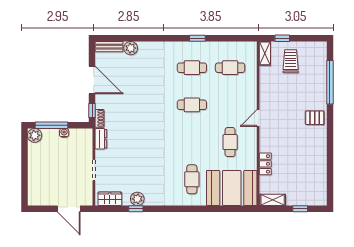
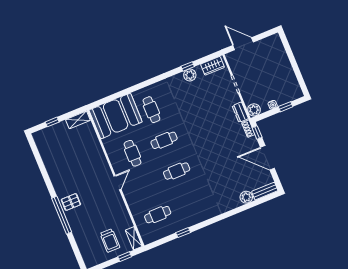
window: (197, 38) -> (183, 233), moved
cafe table: (192, 68) -> (164, 140), moved
window: (330, 82) -> (62, 215), moved
window: (52, 125) -> (286, 107), width x0.46
plant: (35, 135) -> (254, 110), moved
locker: (265, 164) -> (96, 147), removed

